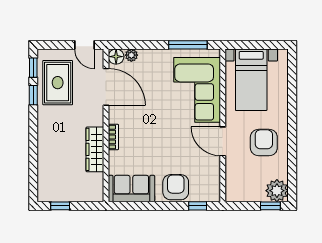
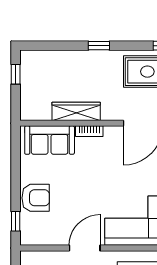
window: (33, 95) -> (99, 46), moved
sofa: (131, 189) -> (50, 140), moved, turned 90

